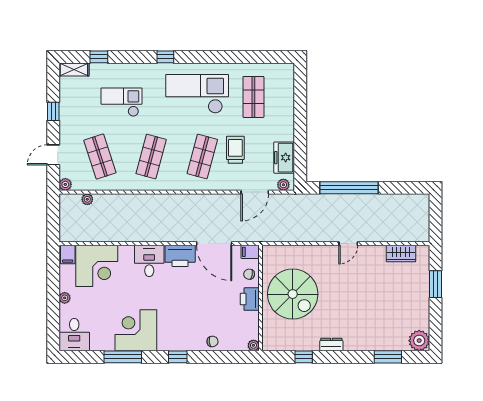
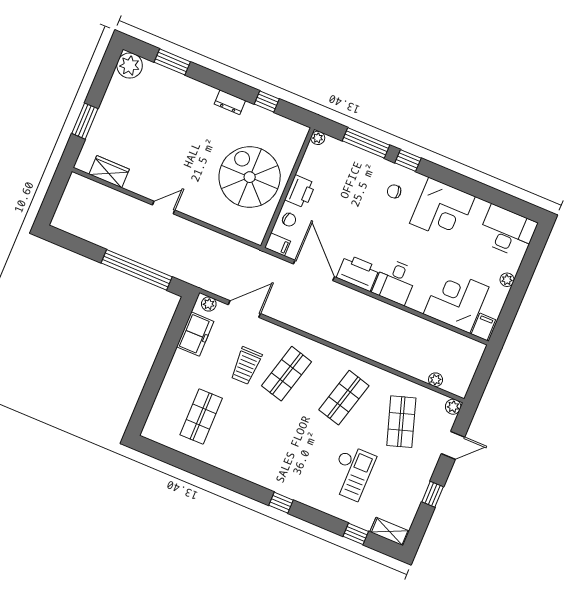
checkout: (197, 94) -> (263, 446), removed
checkout: (122, 102) -> (351, 473), turned -90
desk: (74, 335) -> (507, 231), width x1.37
chair: (212, 341) -> (394, 191), moved
window: (123, 357) -> (366, 143), moved

